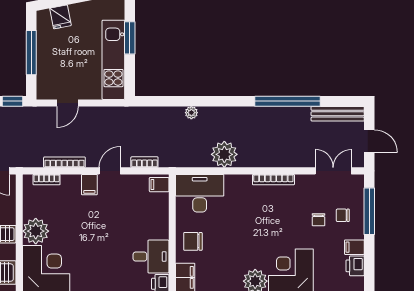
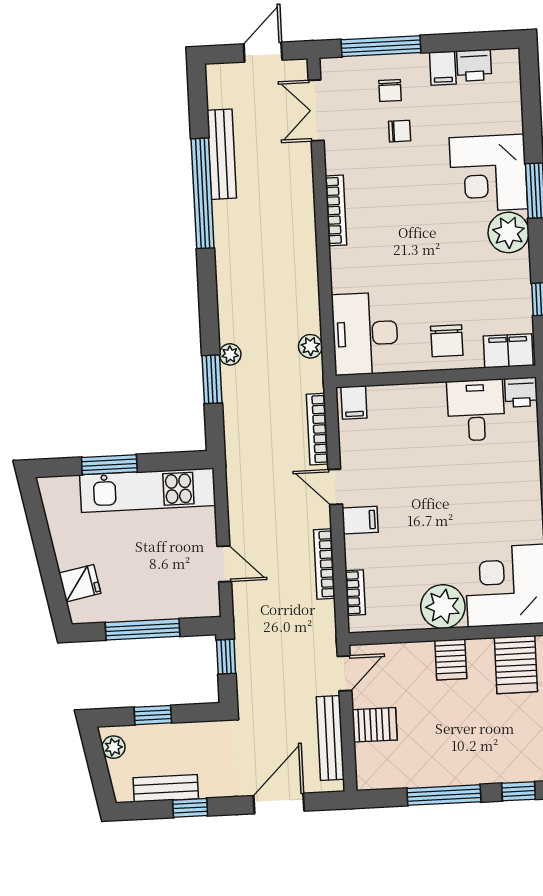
window: (177, 101) -> (212, 379), added
bench: (338, 114) -> (222, 154), moved
plant: (224, 154) -> (310, 346), moved, width x0.53, depth x0.53
bookcase: (144, 162) -> (317, 429), width x1.56

